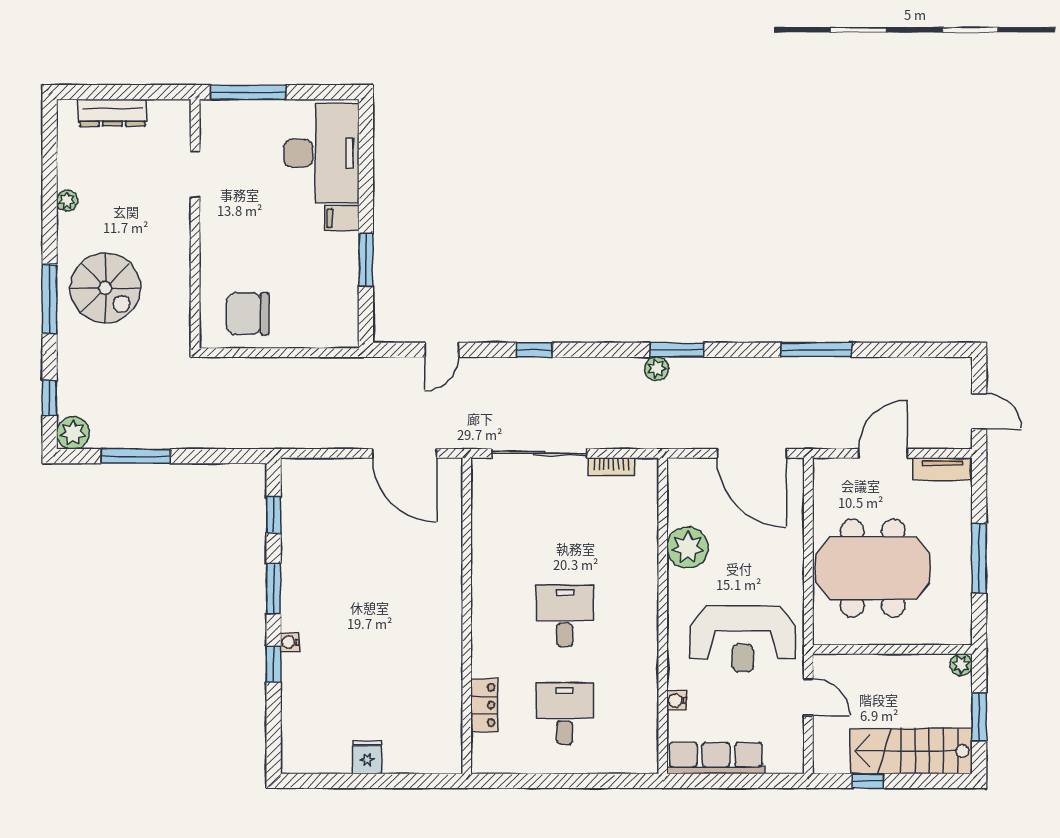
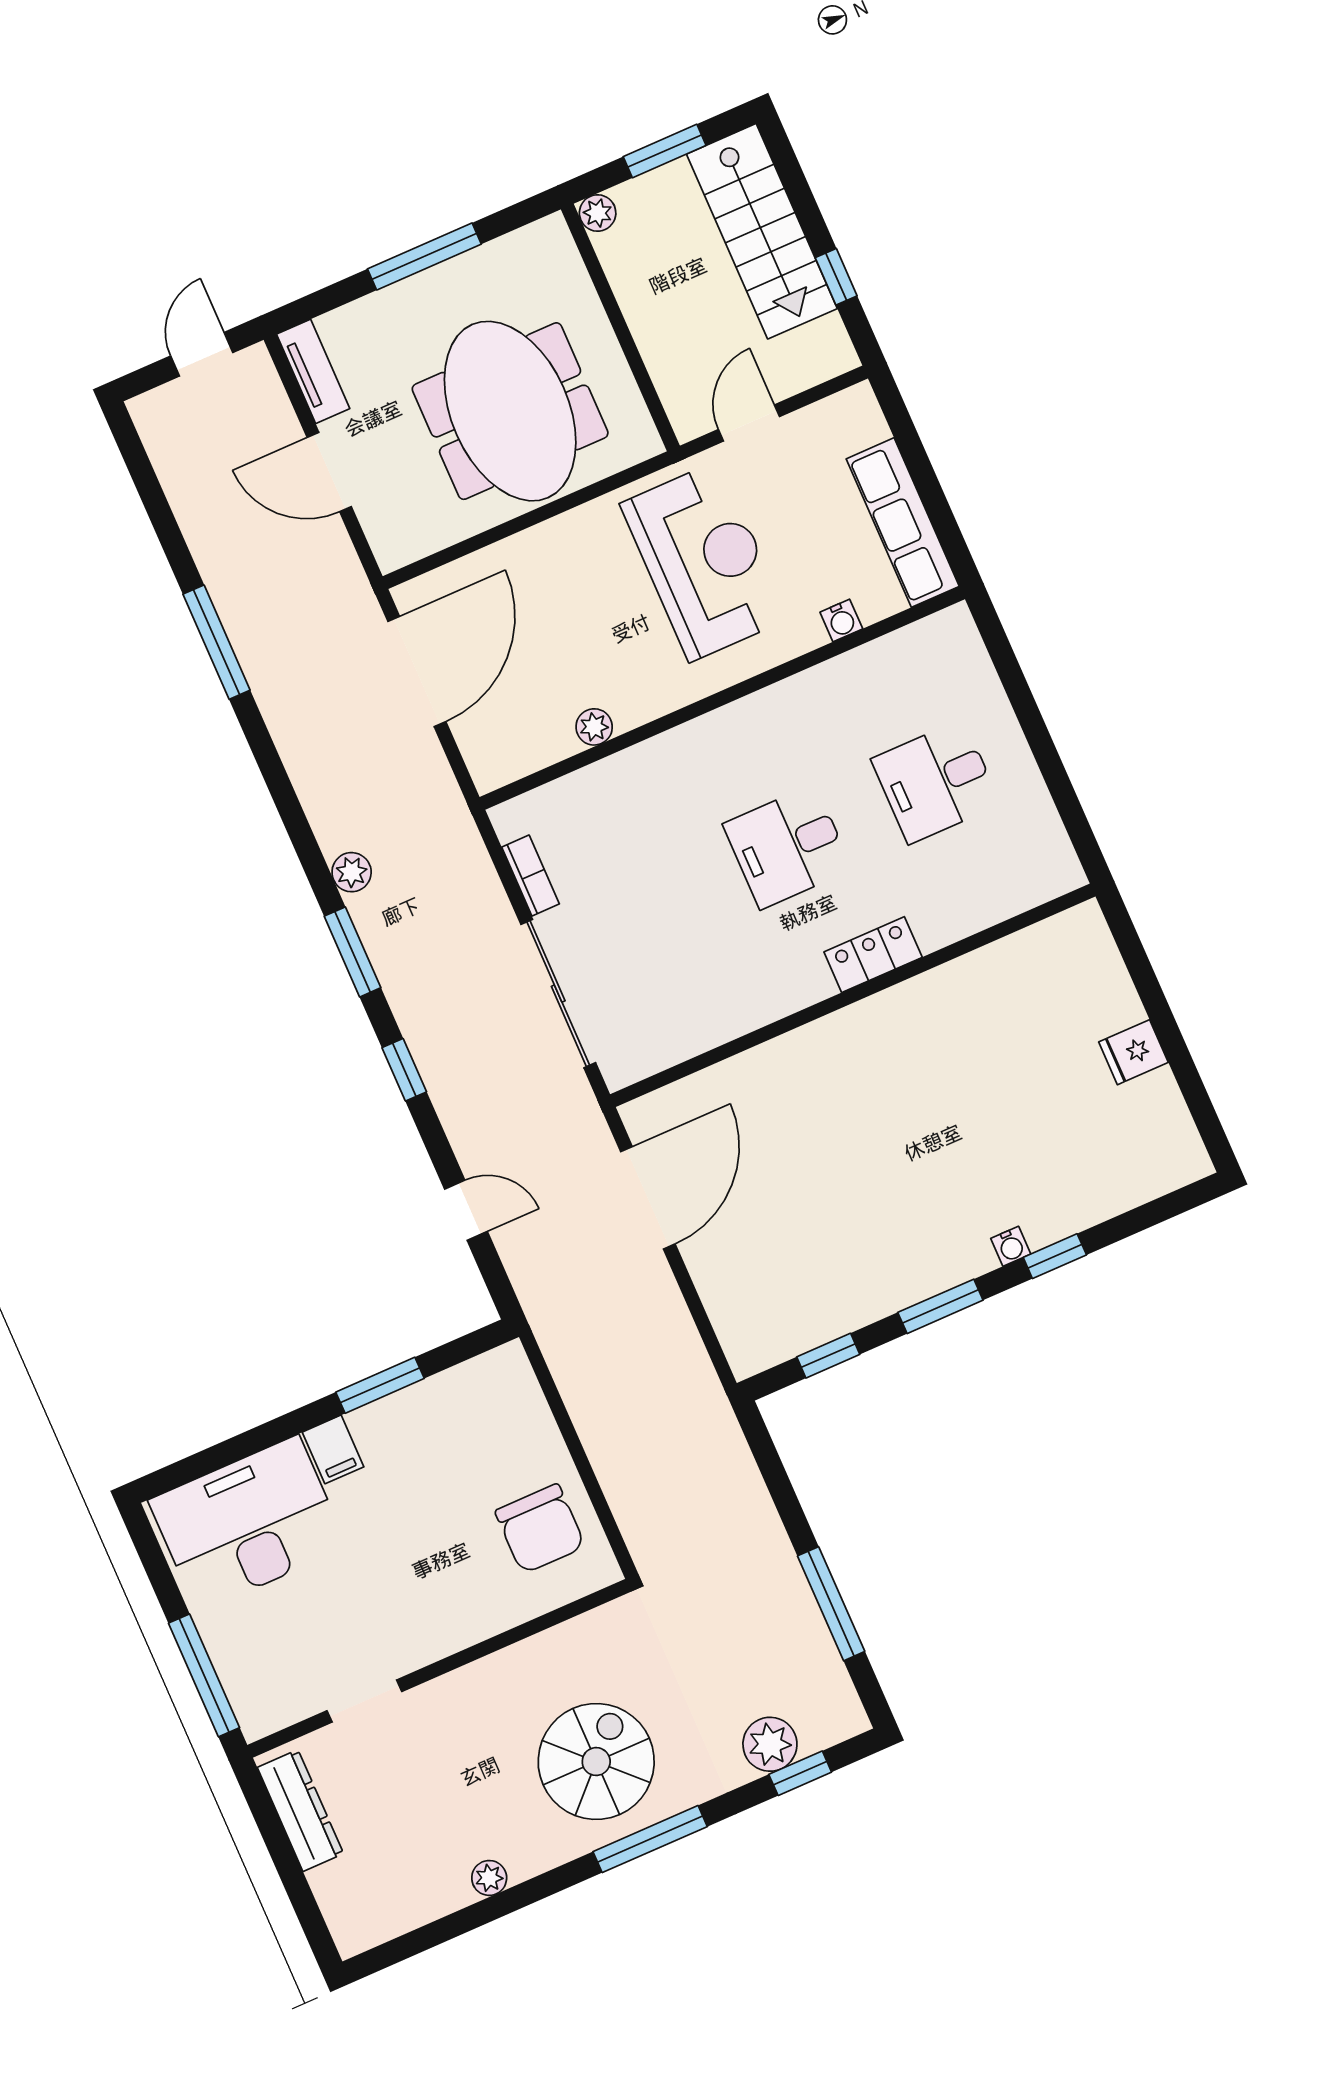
dresser: (112, 113) -> (300, 1811), moved
window: (677, 350) -> (353, 952), moved
plant: (73, 433) -> (770, 1744), moved
plant: (687, 548) -> (594, 727), width x0.53, depth x0.53
locker: (484, 705) -> (873, 955), moved

